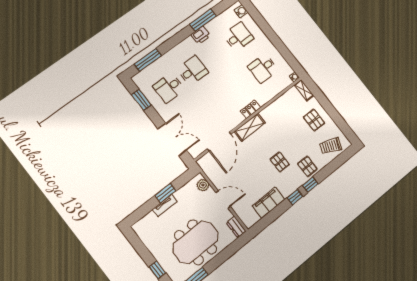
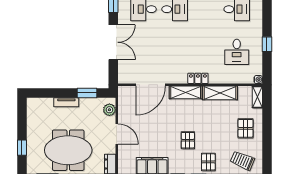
window: (280, 46) -> (267, 44), added
desk: (263, 68) -> (237, 52), turned -90
shelving: (275, 108) -> (220, 93), added
double door: (172, 140) -> (113, 42), moved
window: (166, 193) -> (87, 93), moved

